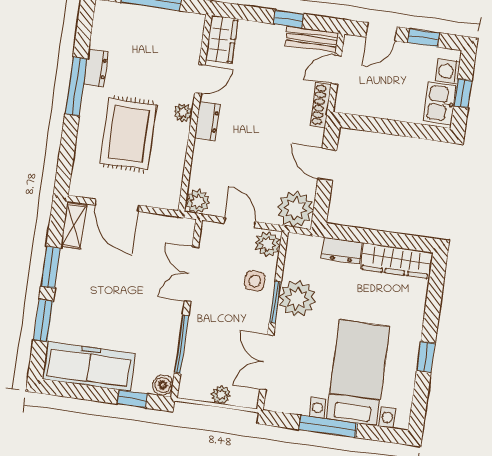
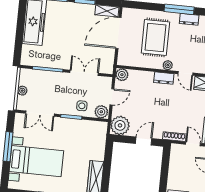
rug: (128, 134) -> (155, 37), turned 90
door: (117, 205) -> (118, 33), width x1.36
dresser: (342, 251) -> (99, 150), removed
plant: (297, 299) -> (74, 128), removed
double door: (267, 362) -> (40, 114), swing flipped
boiler: (163, 385) -> (26, 60), removed
window: (132, 399) -> (18, 45), removed

